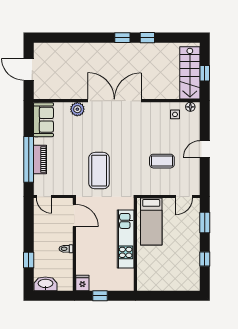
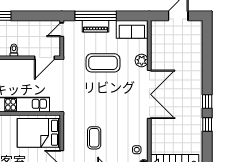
coffee table: (99, 171) -> (103, 63), moved
bed: (151, 222) -> (39, 133), width x1.50

